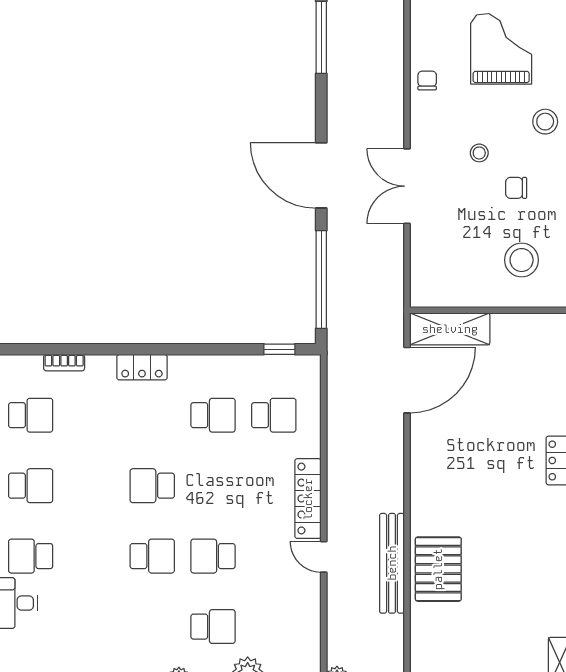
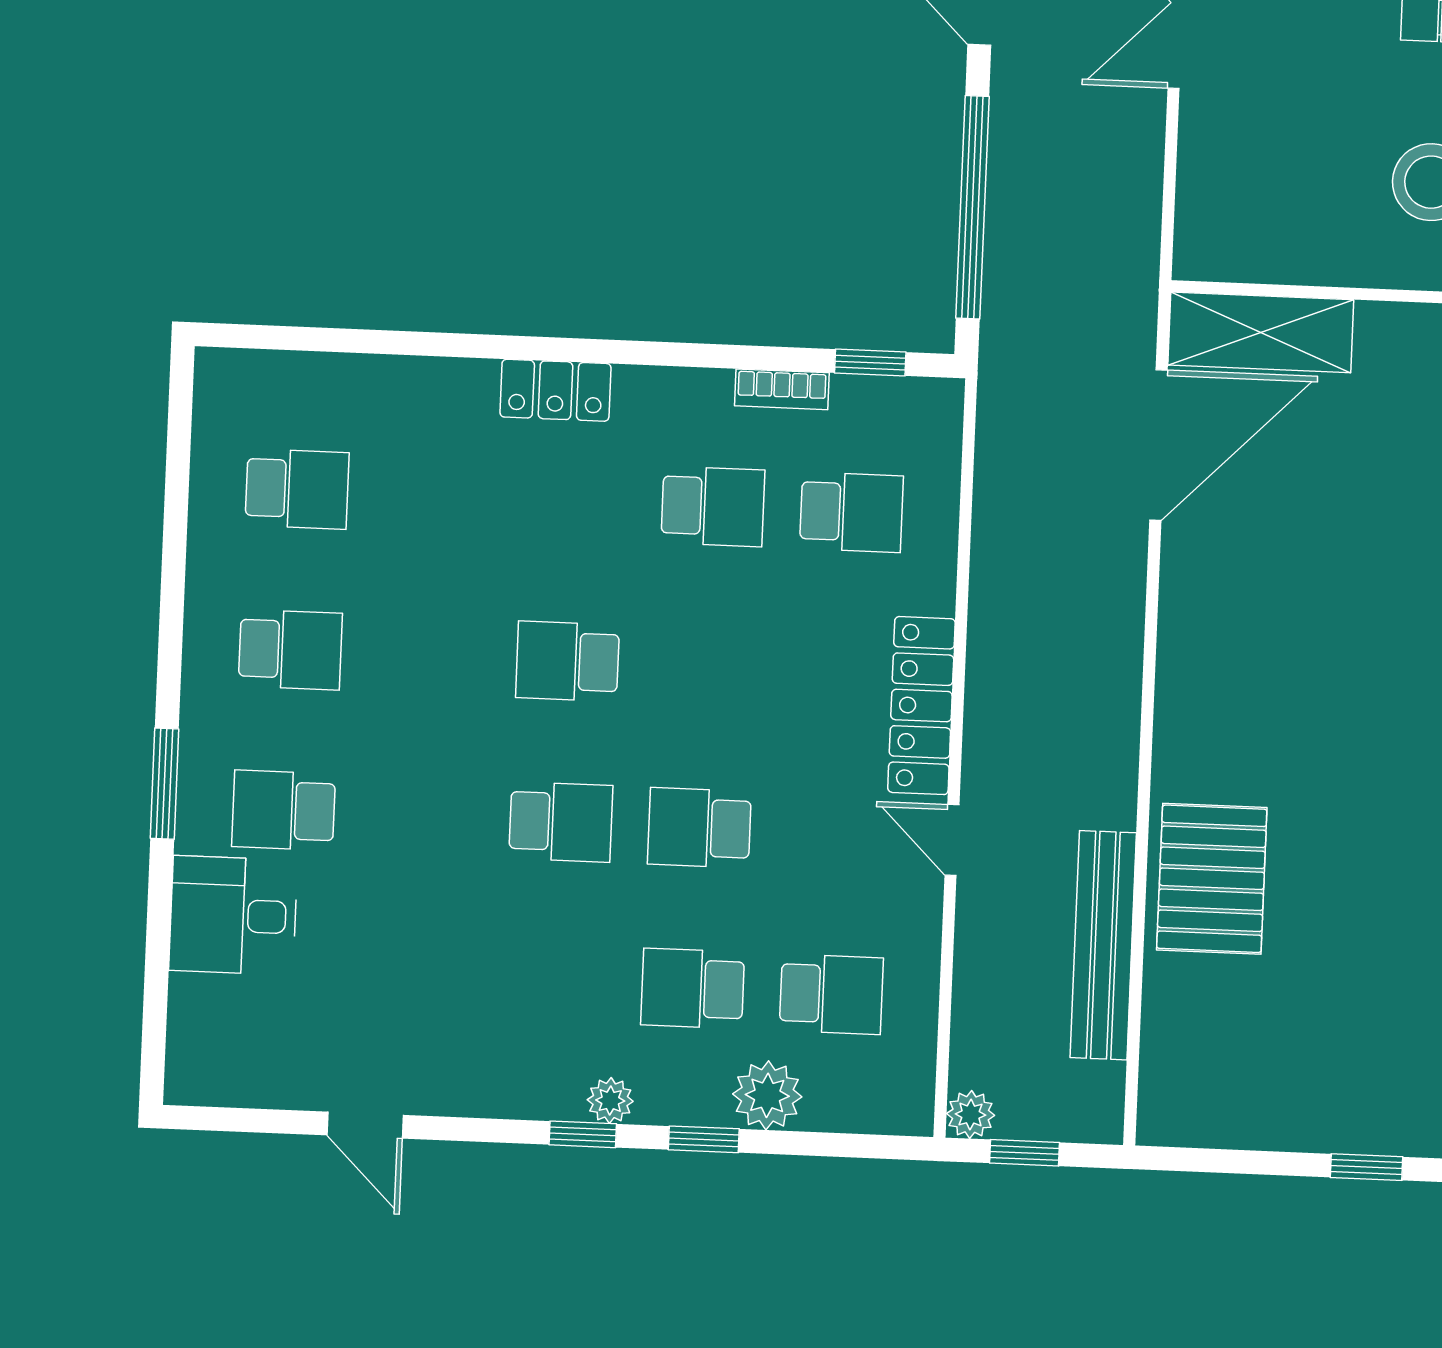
bookcase: (64, 363) -> (782, 389), moved
bench: (392, 563) -> (1103, 945), moved
school desk: (213, 627) -> (693, 988), turned 180
school desk: (274, 627) -> (831, 994), added

